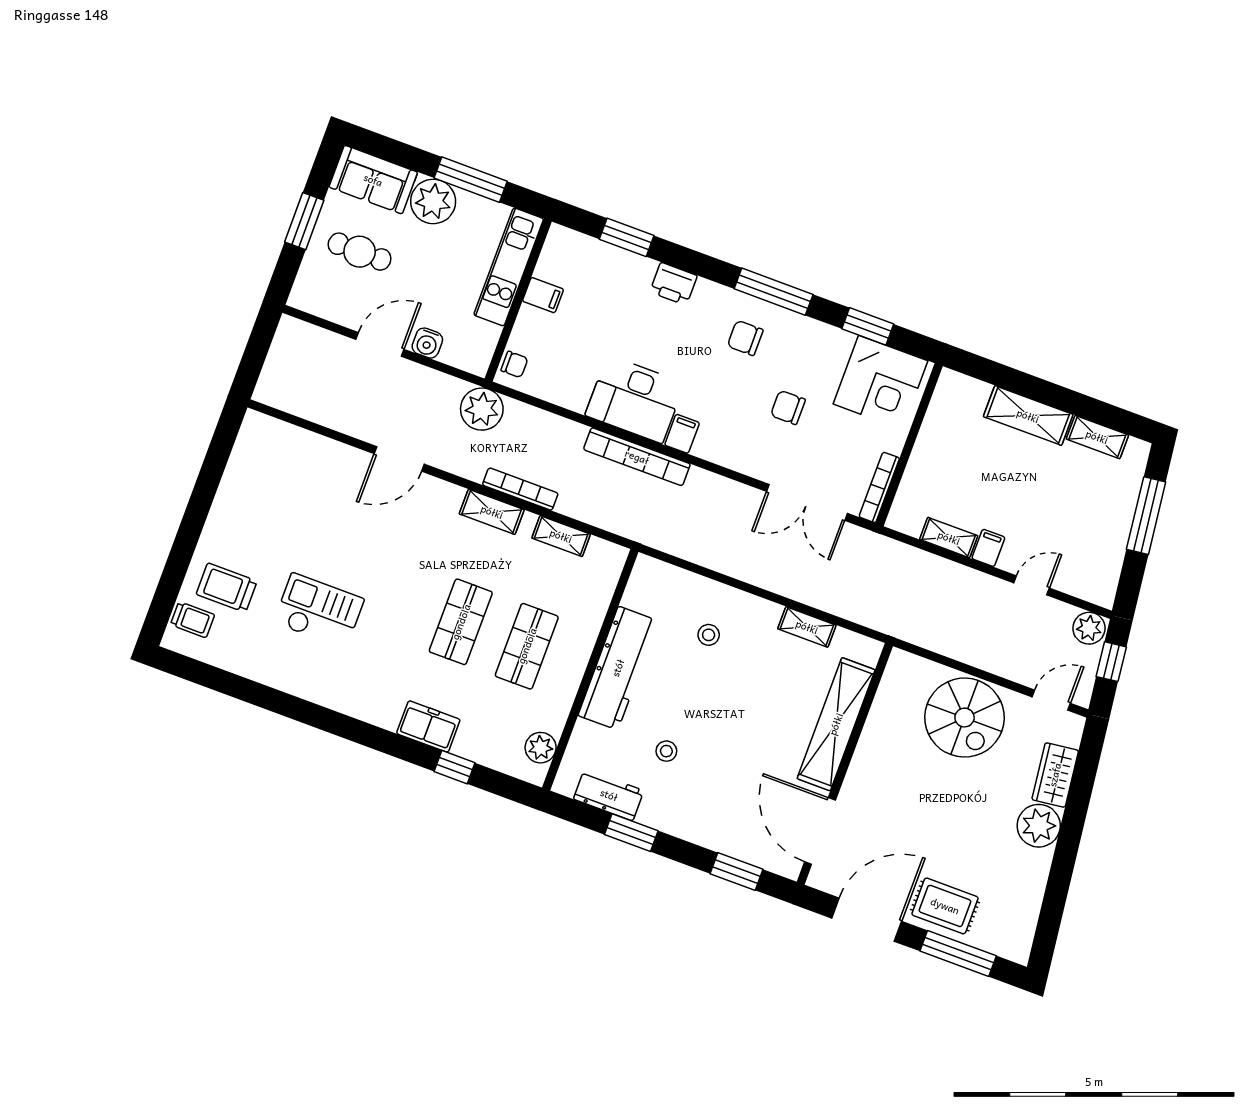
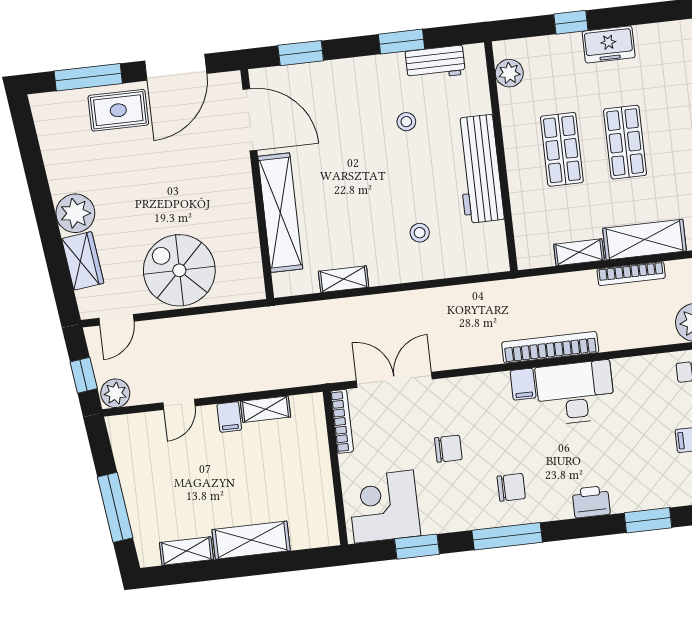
shelving: (492, 512) -> (644, 240), width x1.50, depth x1.33

